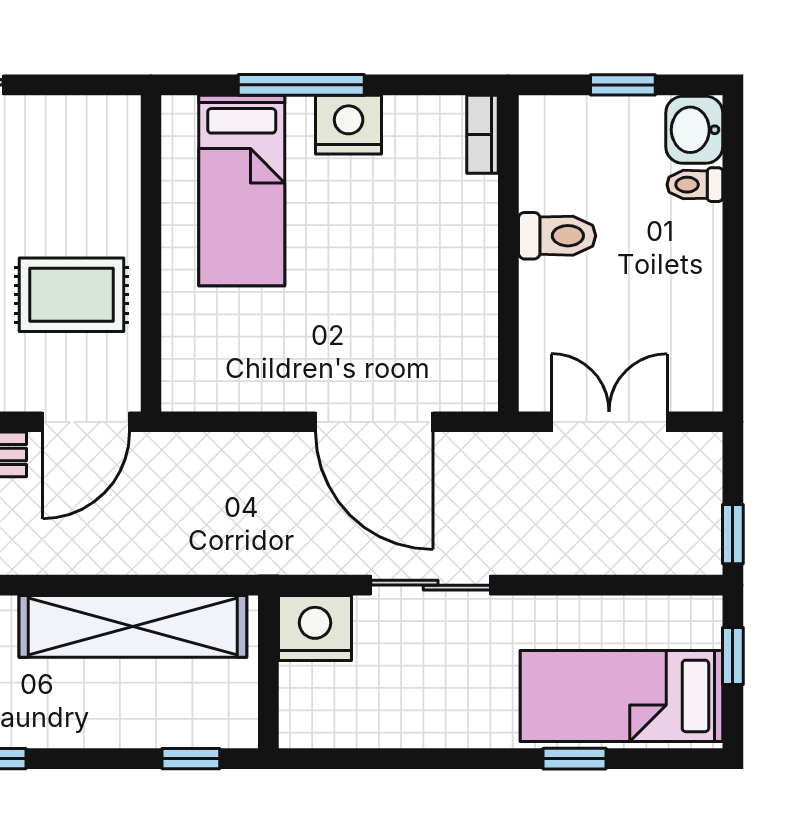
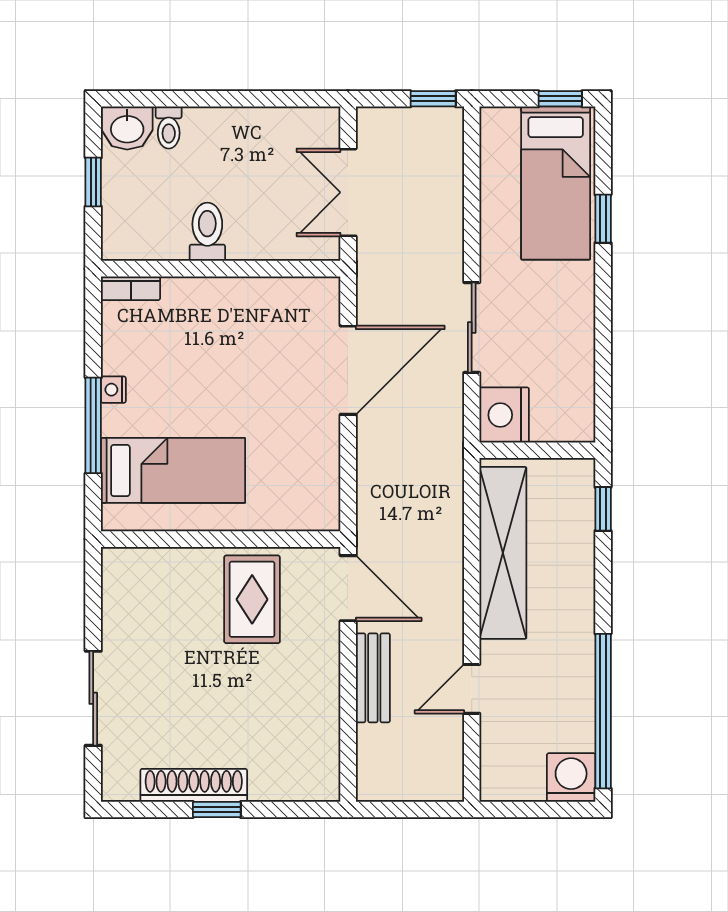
nightstand: (349, 125) -> (113, 390), width x0.53, depth x0.56
window: (733, 656) -> (560, 99), moved

